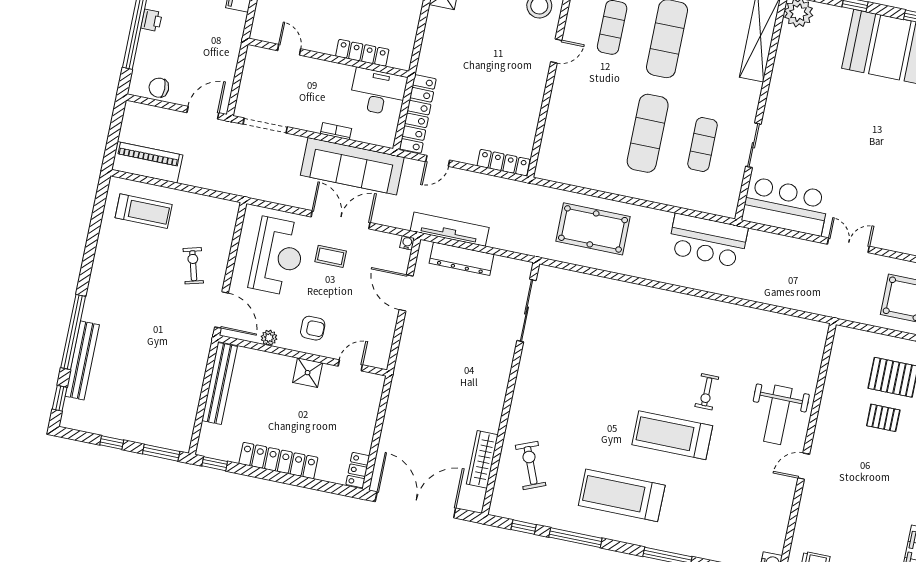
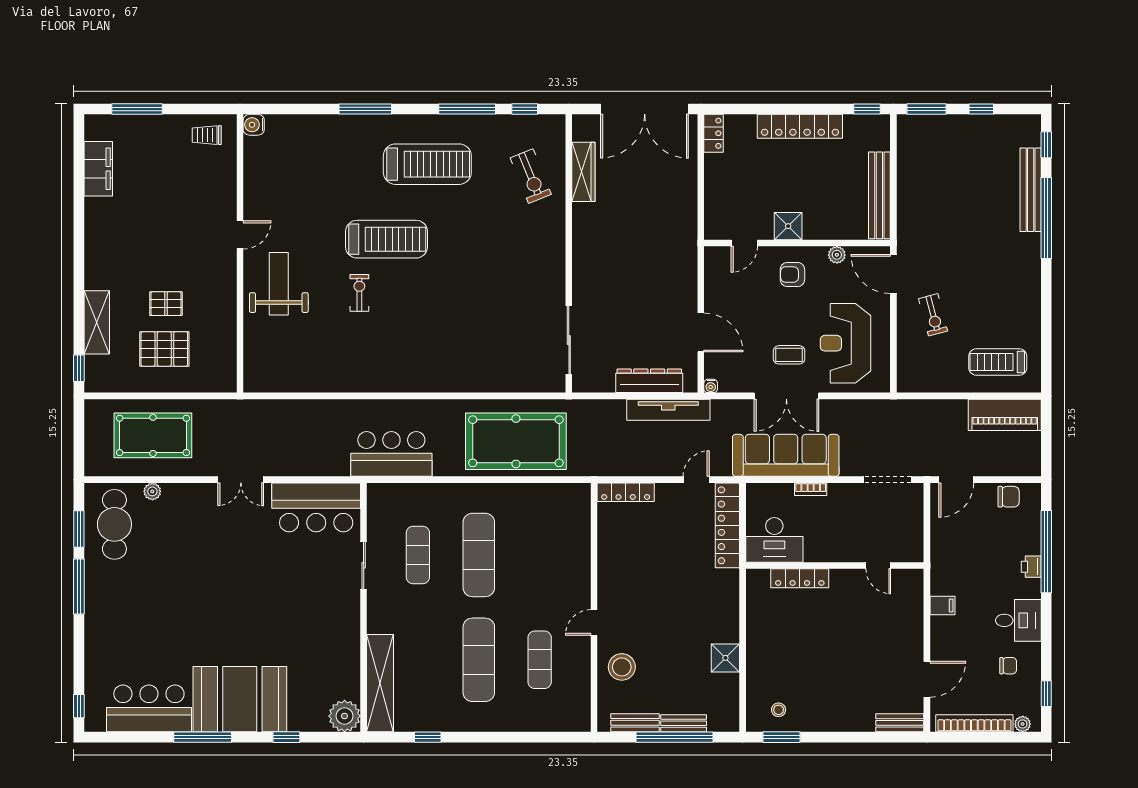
pool table: (593, 229) -> (516, 441), width x1.36, depth x1.32

